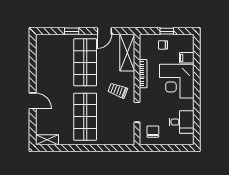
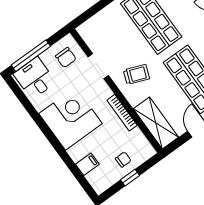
corner desk: (177, 81) -> (71, 119), moved
desk: (182, 122) -> (35, 78), moved, turned 90
window: (173, 148) -> (31, 56), added

